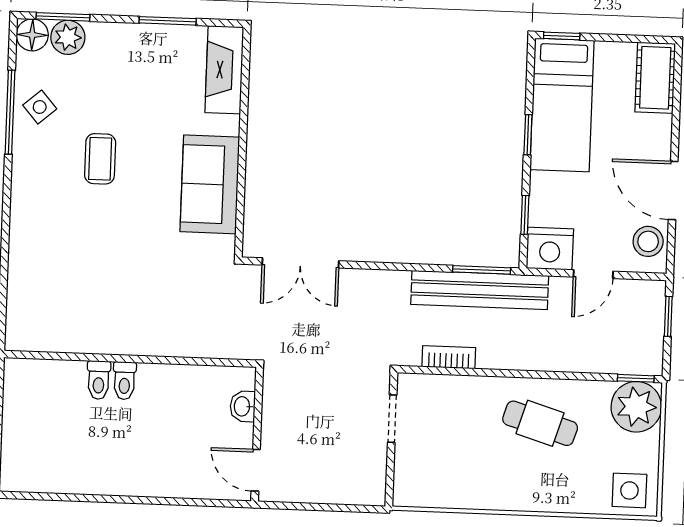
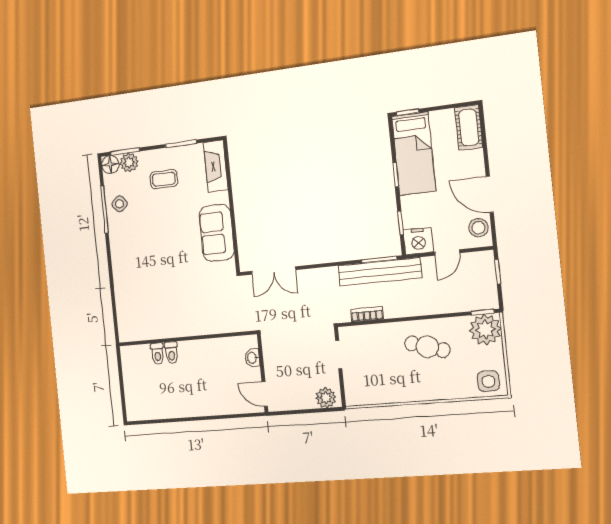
coffee table: (100, 159) -> (164, 179), moved, turned 90
toilet: (124, 381) -> (158, 354), moved
plant: (360, 488) -> (326, 398), added

